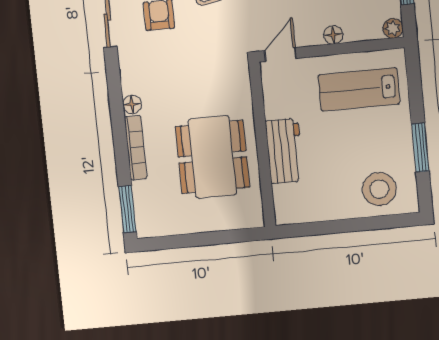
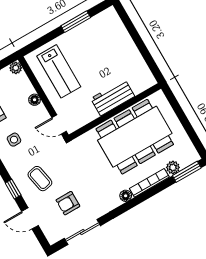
dining table: (212, 157) -> (135, 137), width x1.36, depth x1.24
stool: (379, 189) -> (110, 34), removed
plant: (143, 192) -> (173, 167), added

